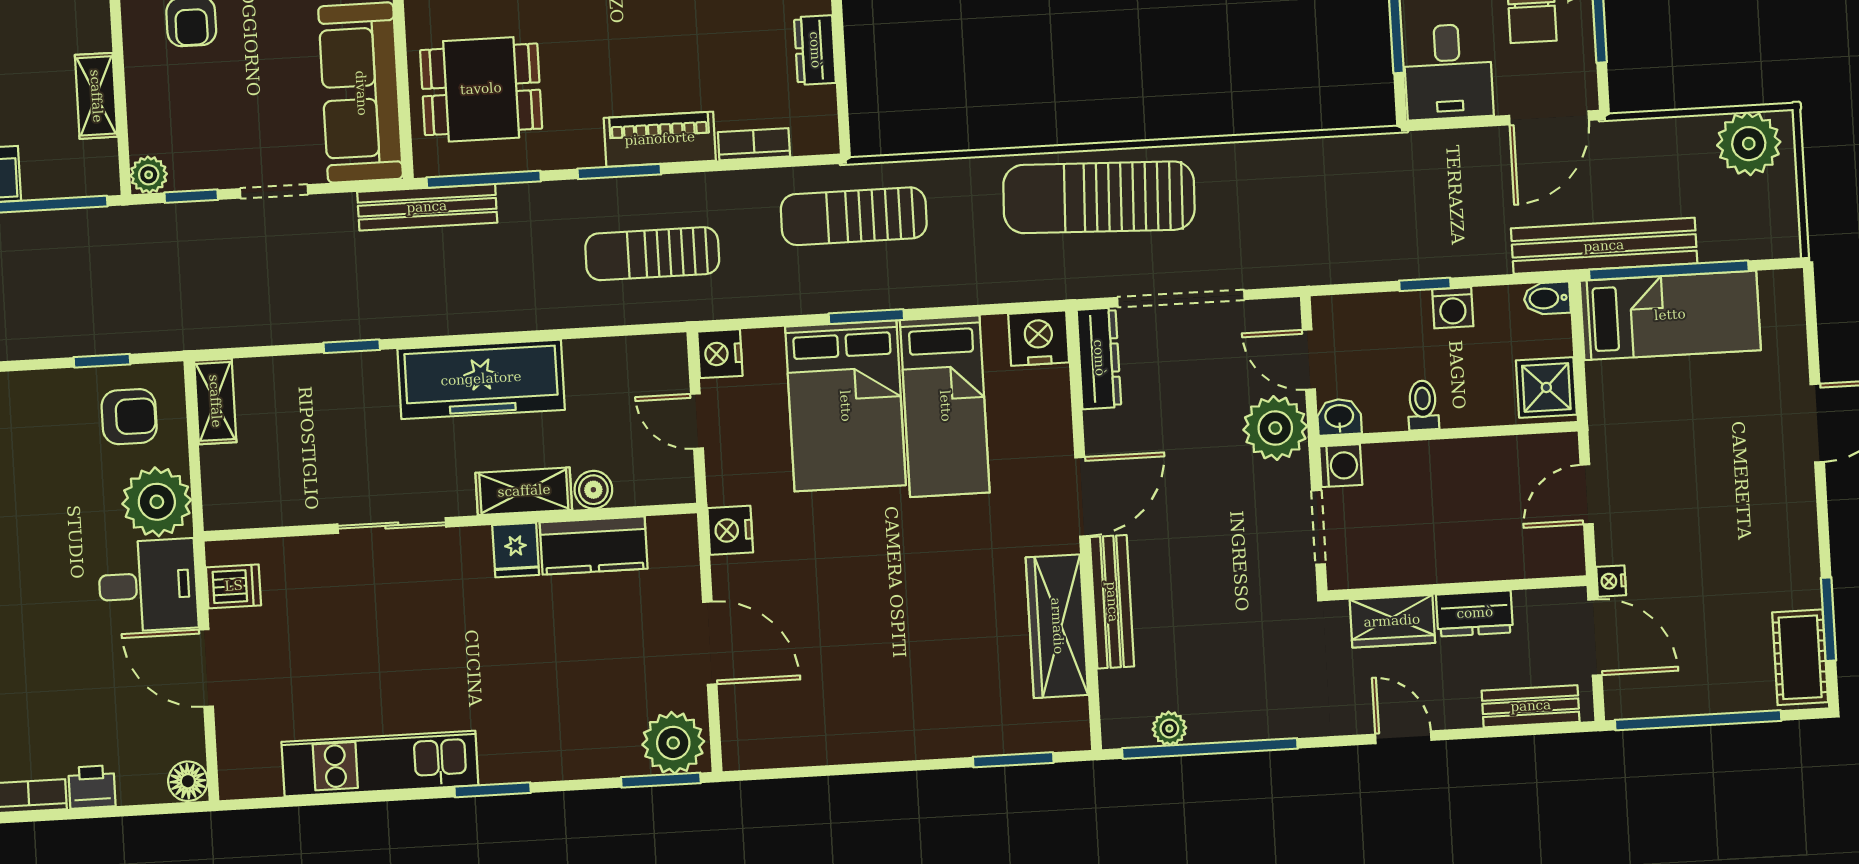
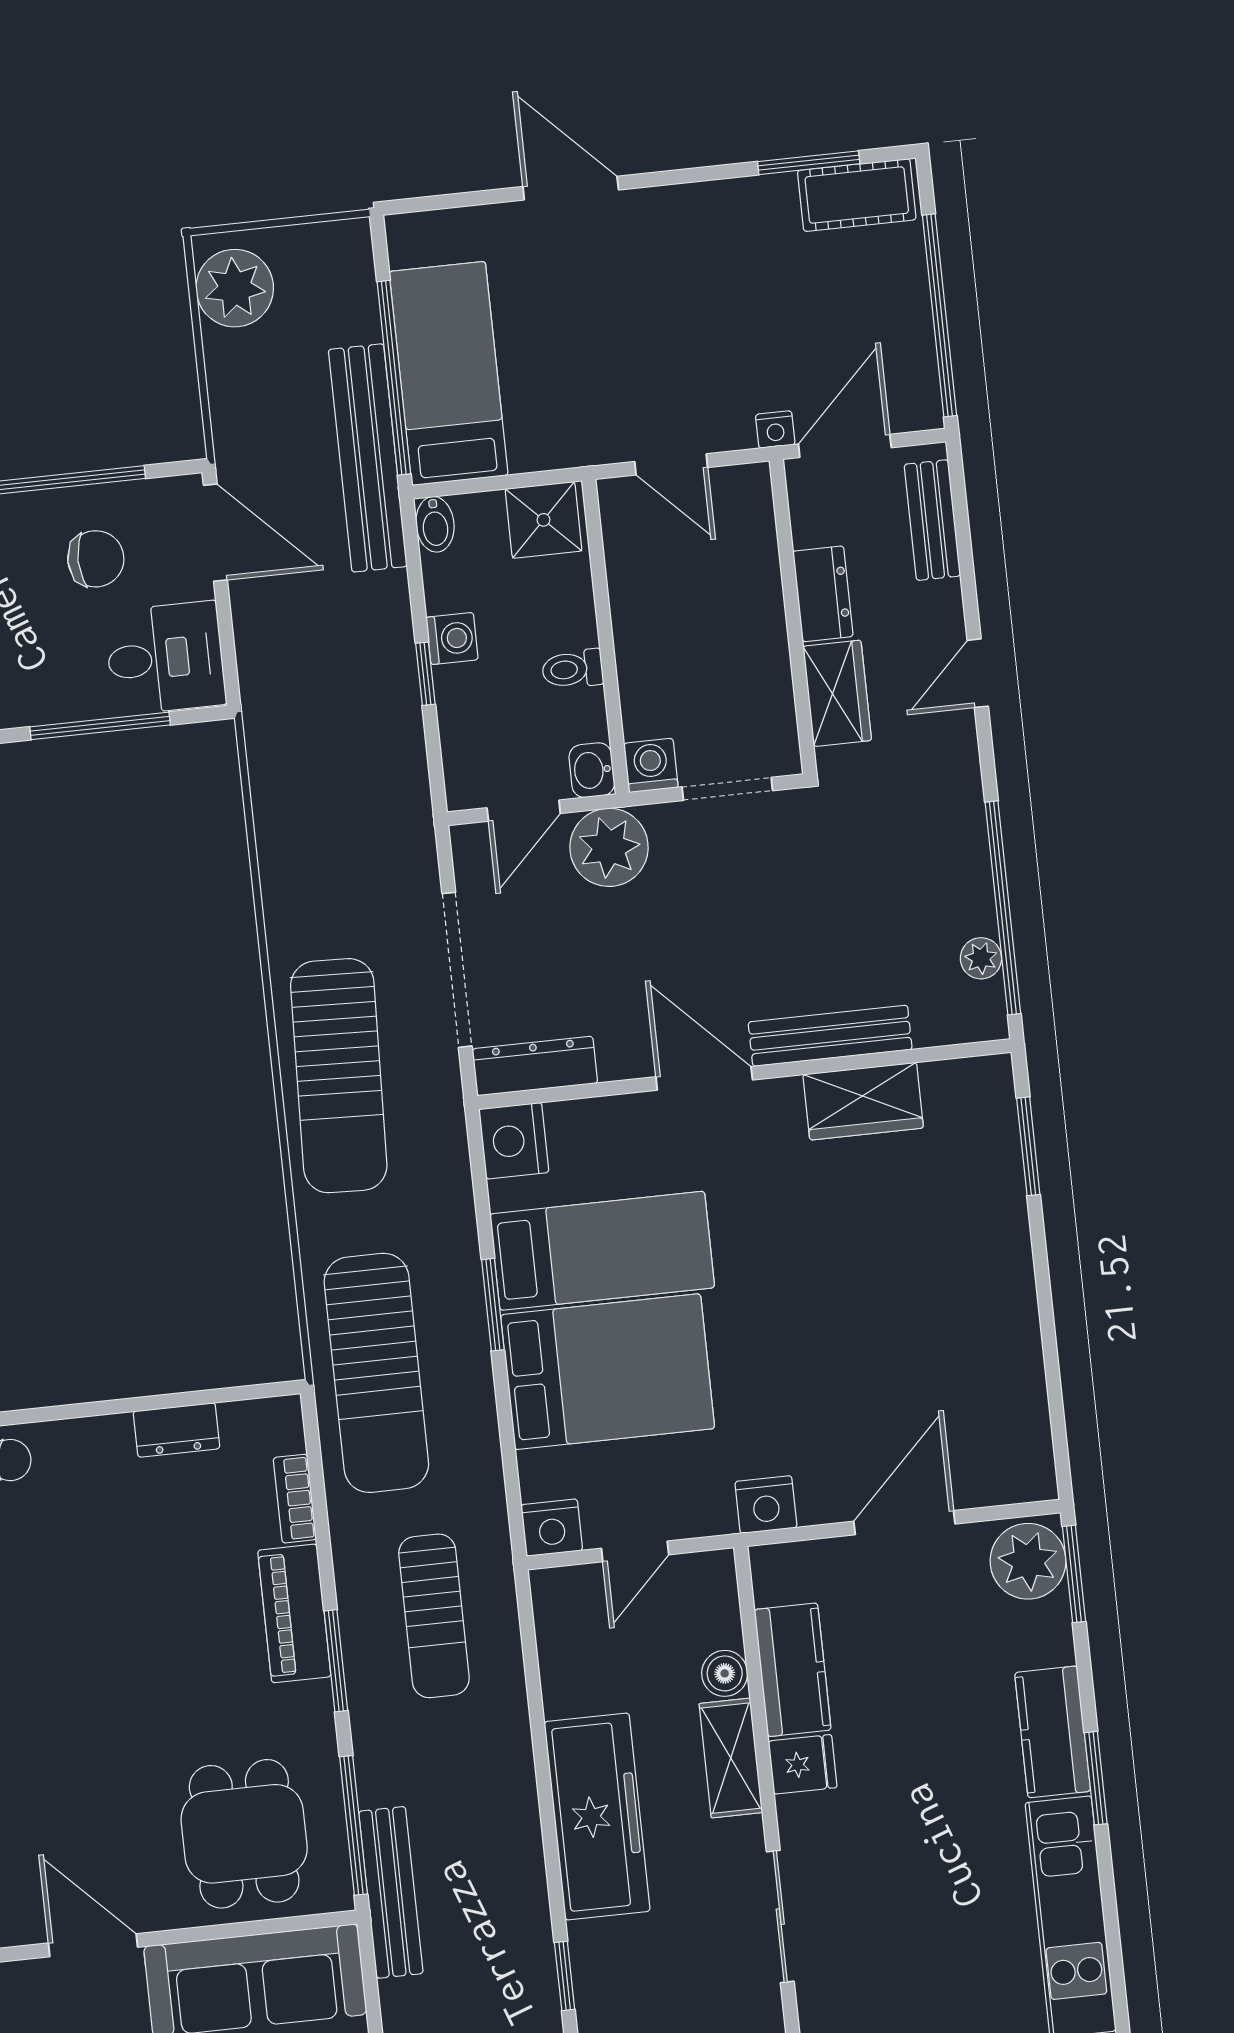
sun lounger: (854, 216) -> (376, 1373), width x1.36, depth x1.34
window: (866, 317) -> (493, 1305), moved
wardrobe: (1057, 626) -> (863, 1101), width x0.67
kitchen counter: (532, 756) -> (1053, 1732), added

